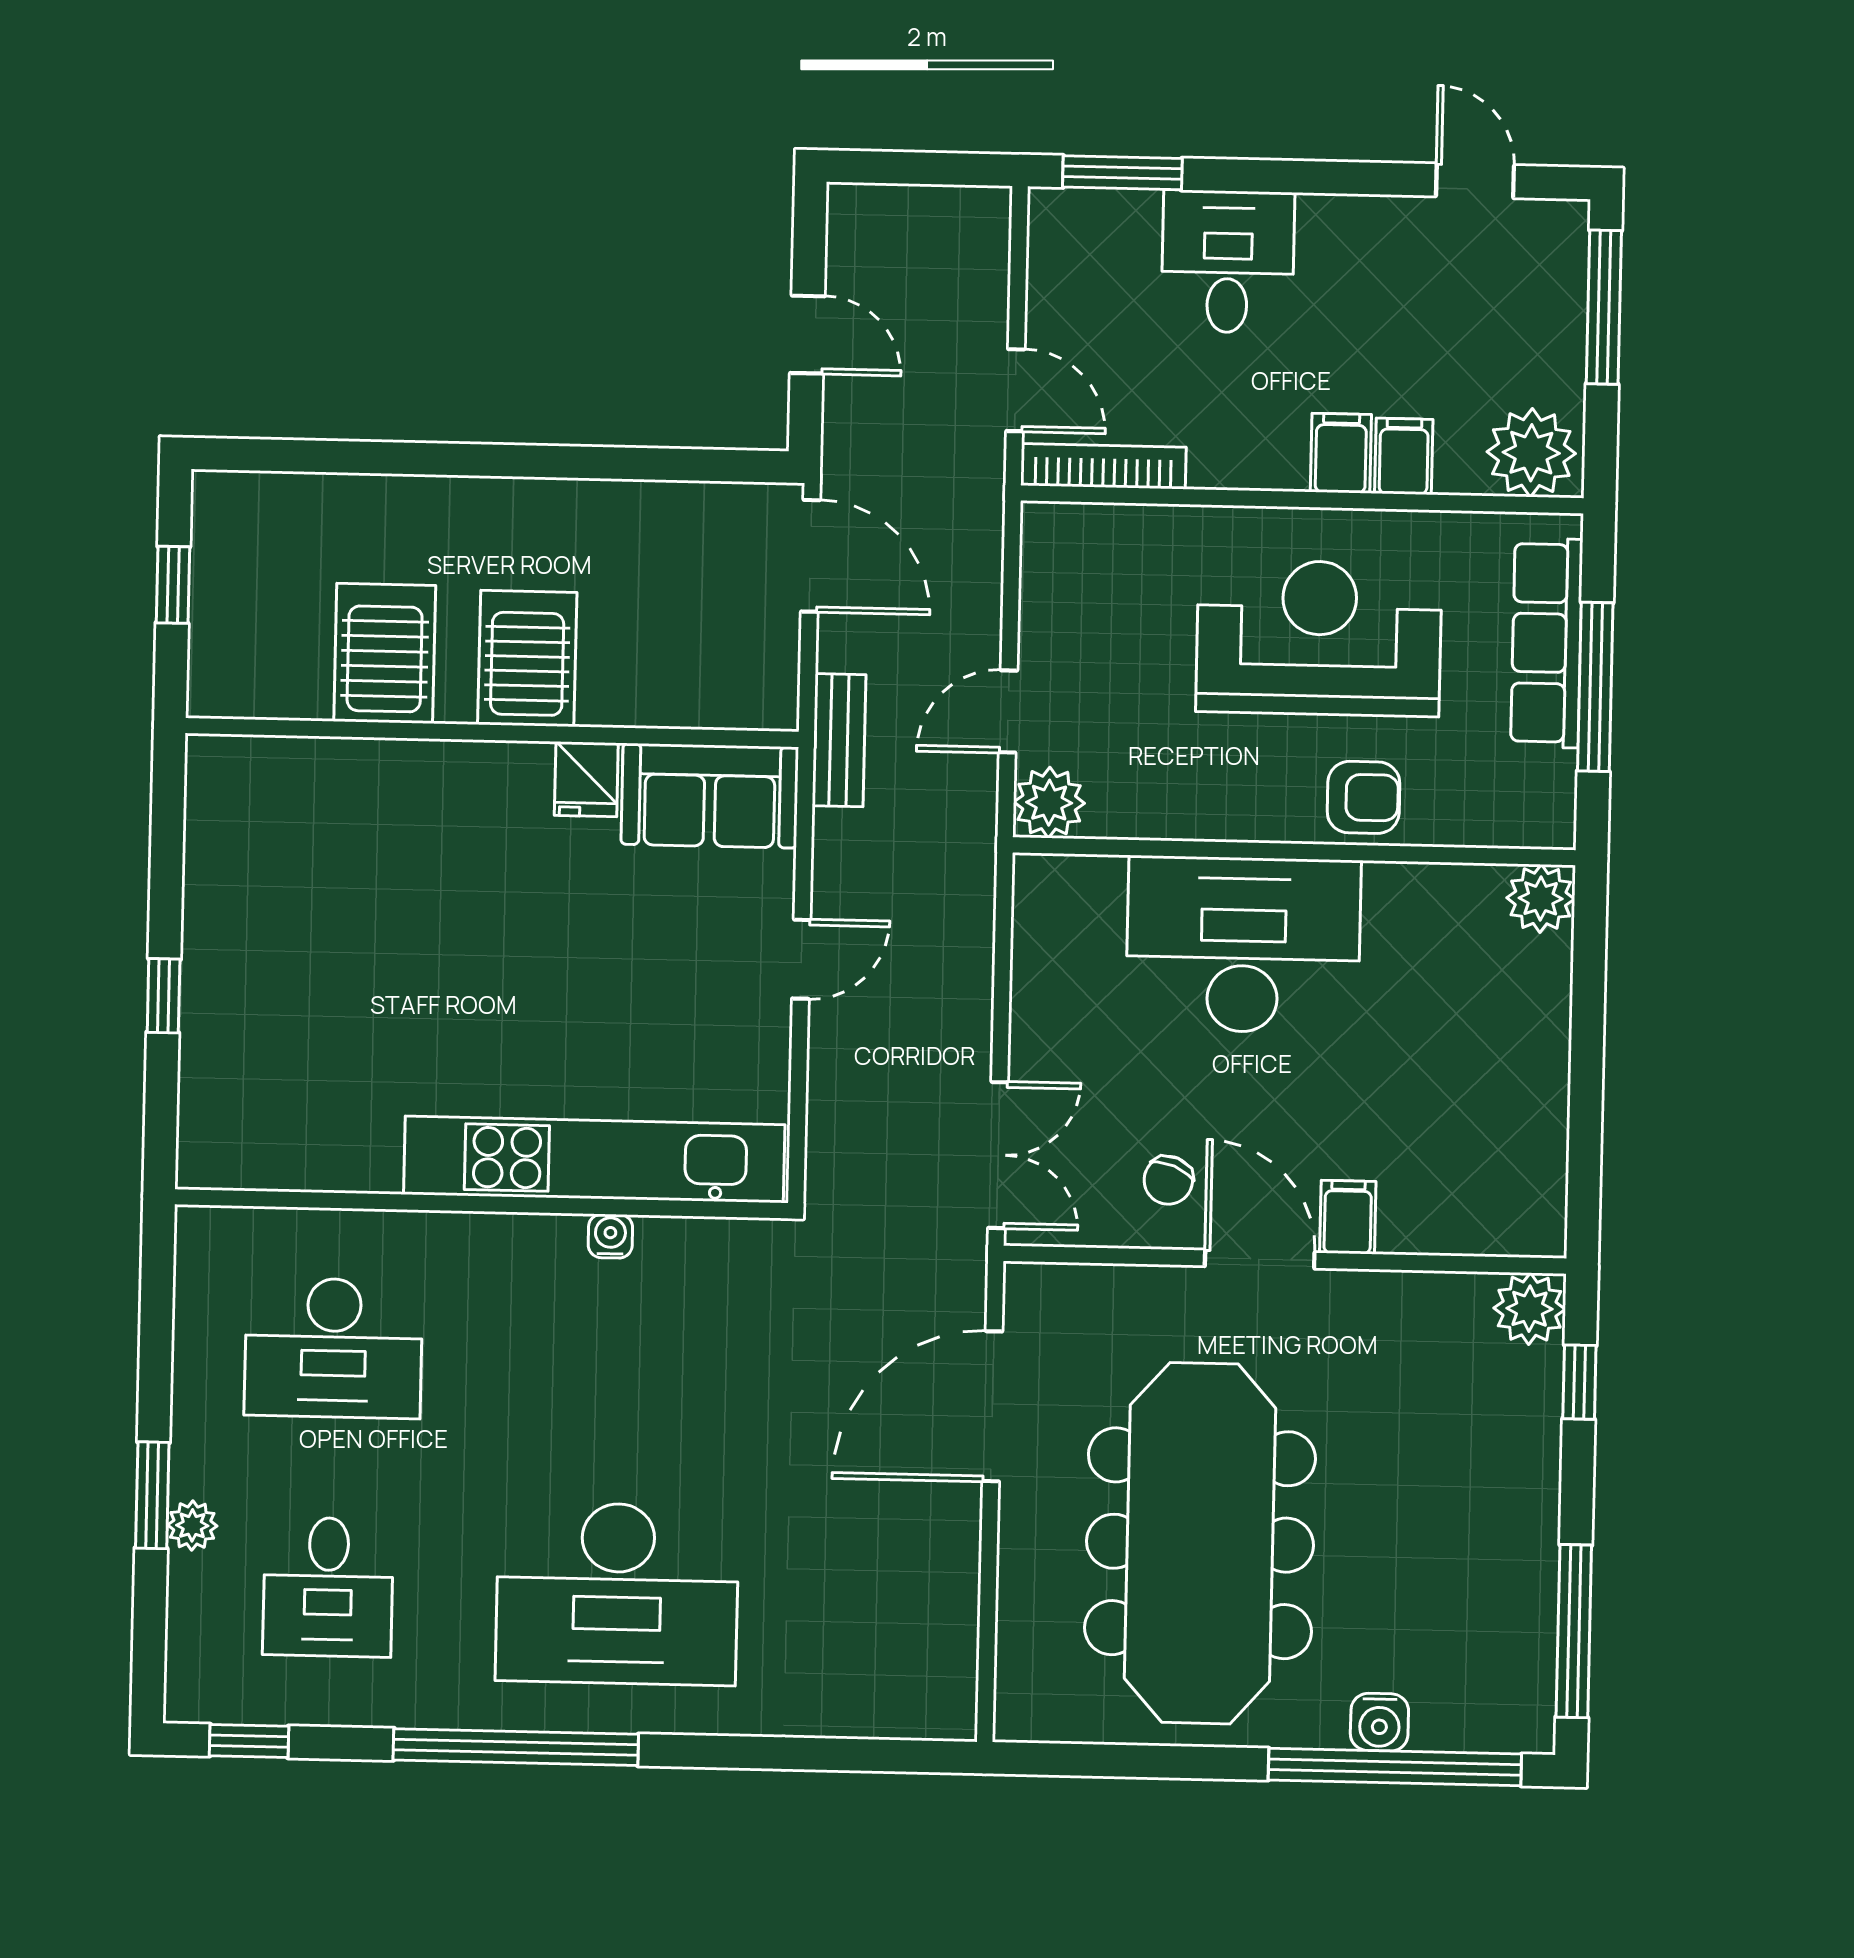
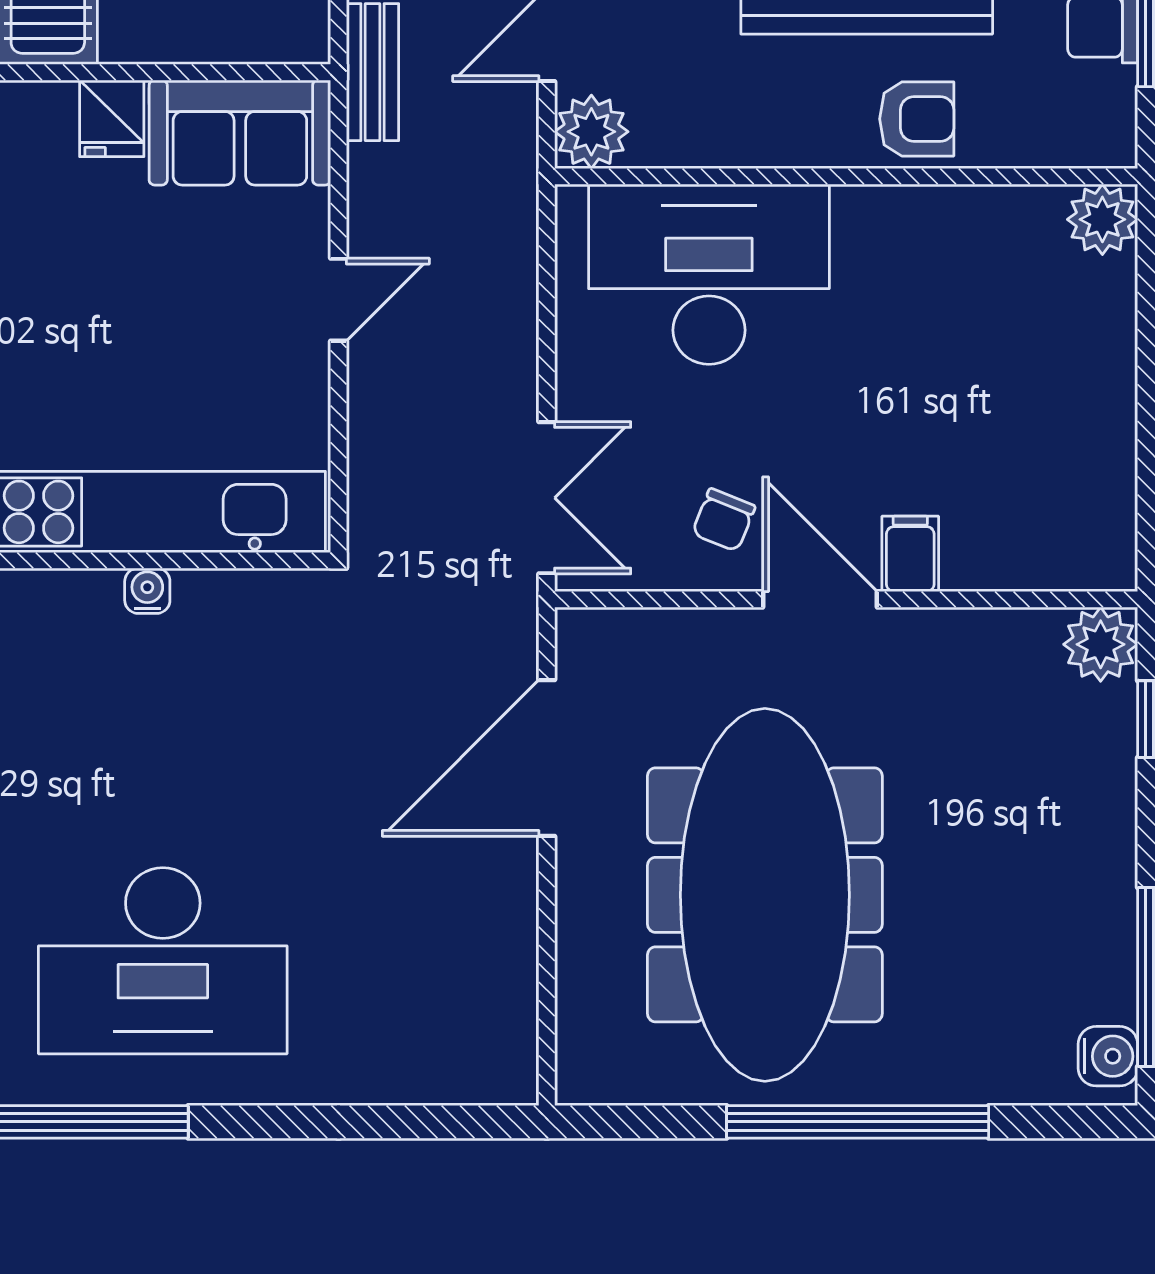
desk: (1243, 945) -> (709, 274), moved
water cooler: (1379, 1722) -> (1108, 1056), moved, turned -90
window: (1395, 1767) -> (858, 1122), moved

